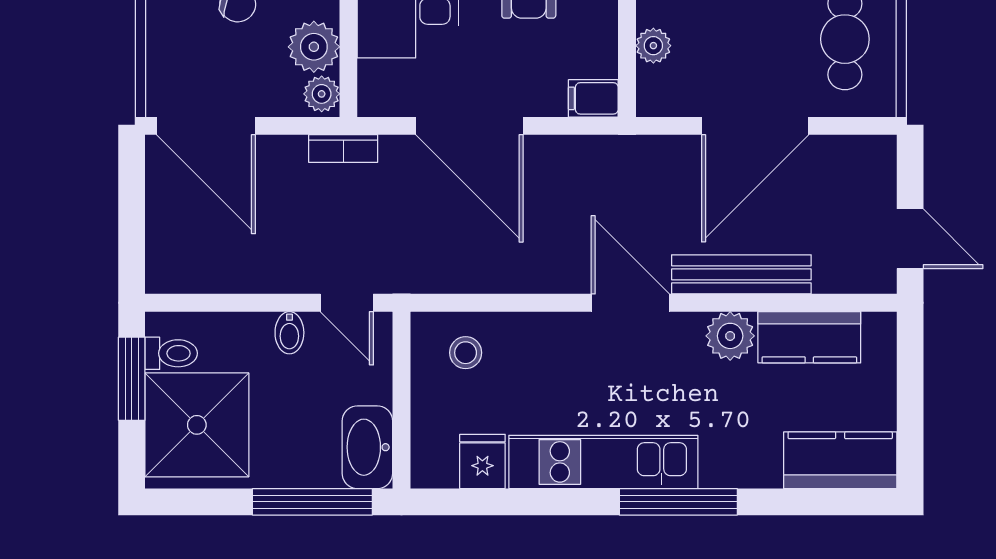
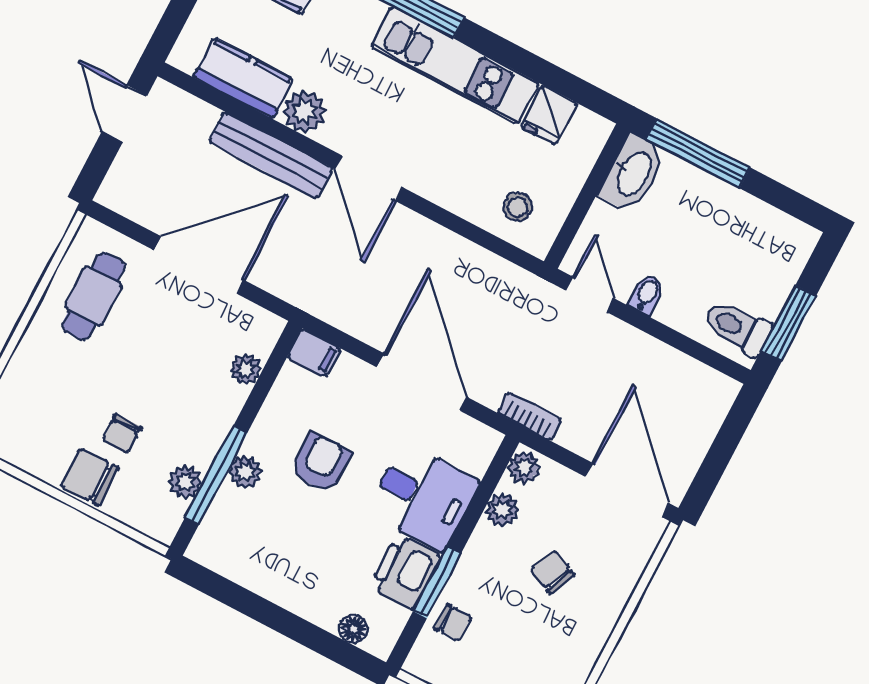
plant: (314, 47) -> (502, 510), width x0.73, depth x0.73
toilet: (171, 353) -> (737, 327), width x1.37, depth x1.39
shower: (197, 425) -> (757, 261), removed

